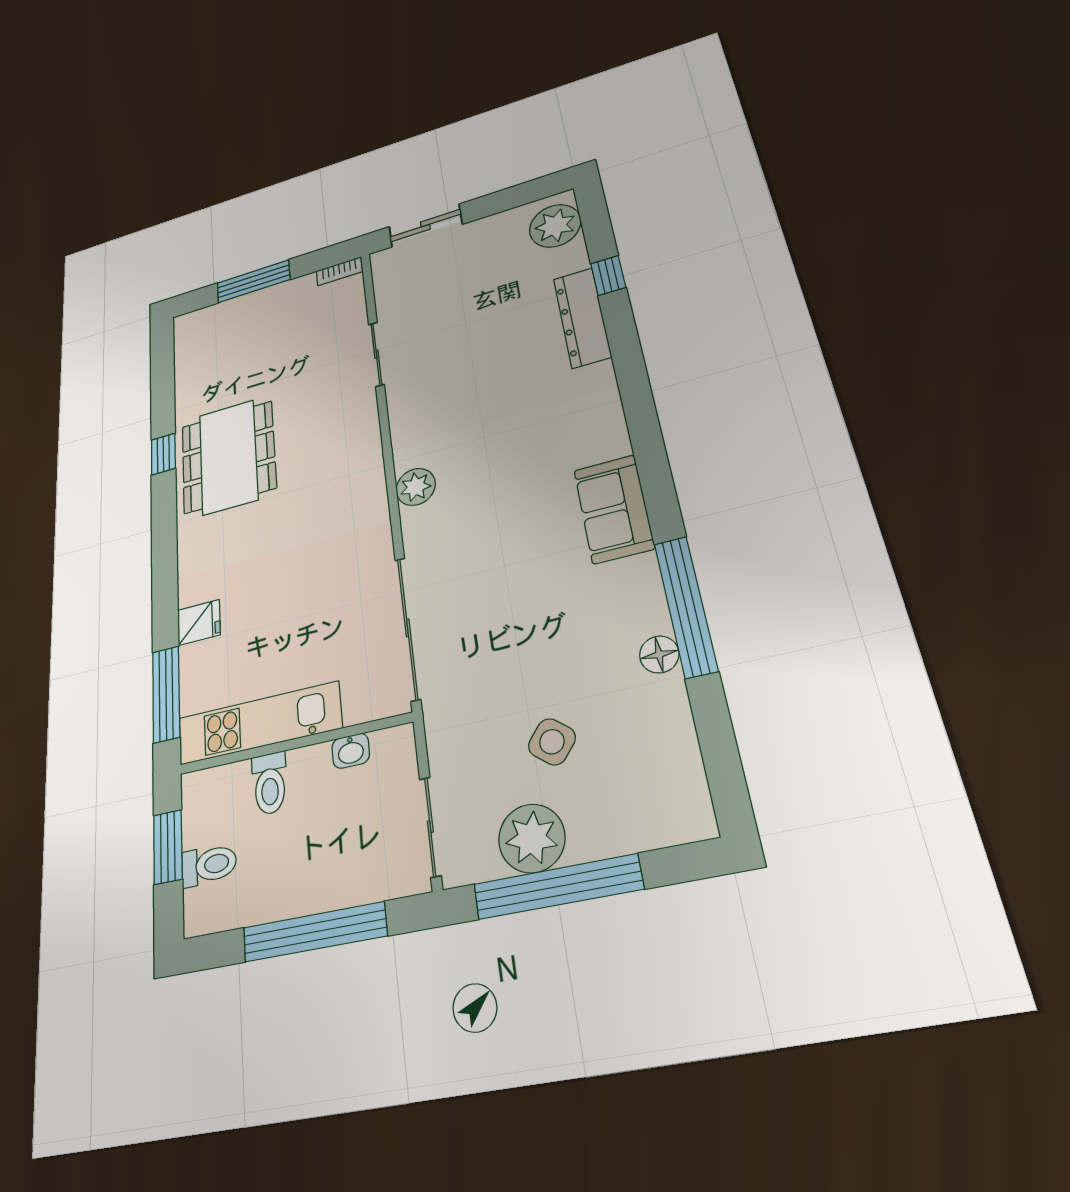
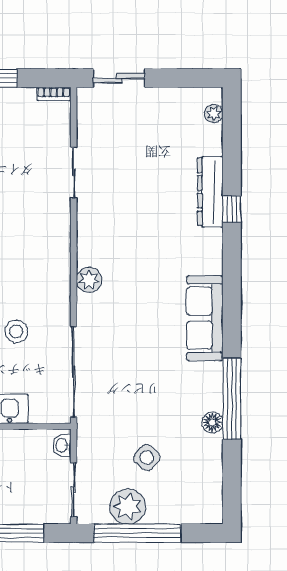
plant: (555, 226) -> (214, 113), width x0.53, depth x0.53
window: (608, 275) -> (232, 209), moved
sofa: (614, 509) -> (205, 318), width x1.36
stool: (313, 589) -> (16, 331), added
washbasin: (351, 751) -> (62, 445), moved, turned 90

